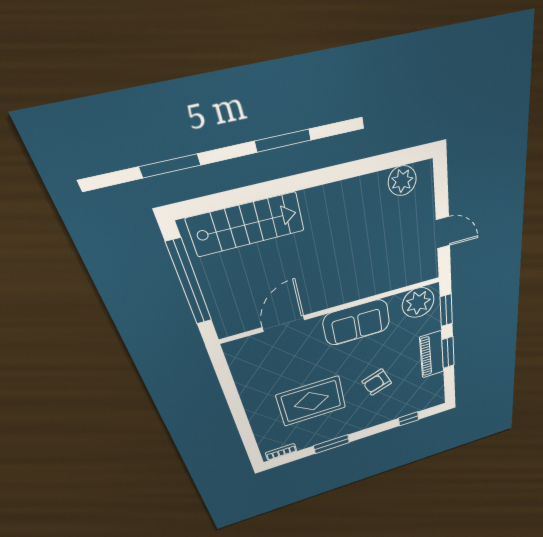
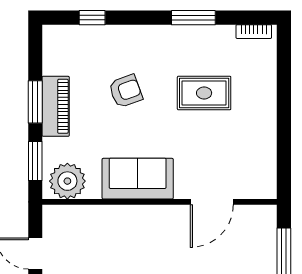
rug: (311, 401) -> (204, 93), width x0.73, depth x0.70

